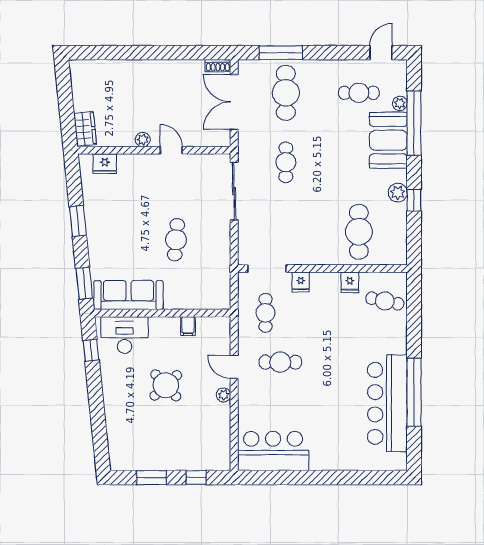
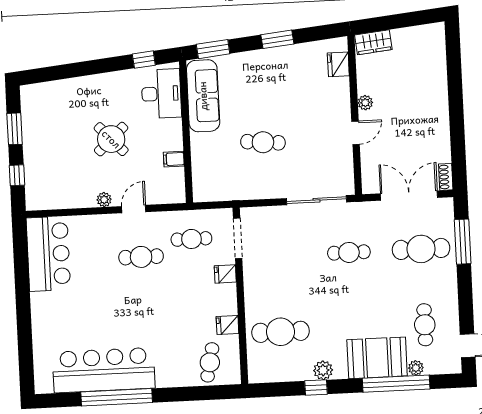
cafe table: (280, 362) -> (141, 257), turned 90

